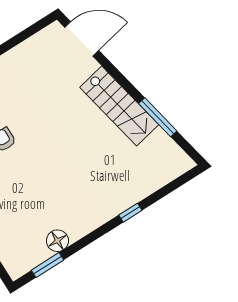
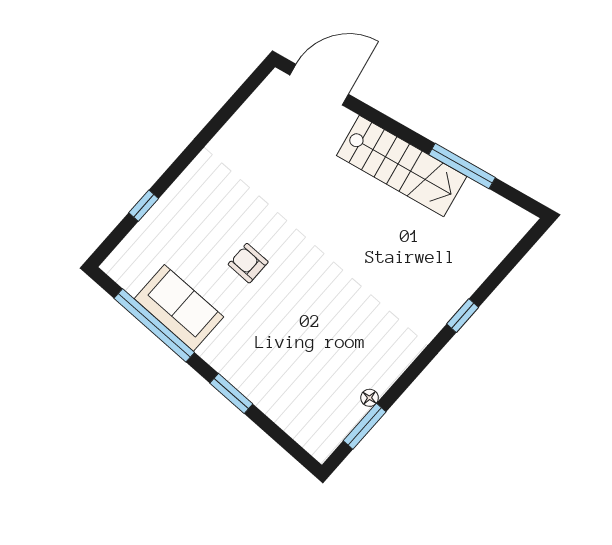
floor lamp: (57, 241) -> (370, 398), width x0.53, depth x0.53

